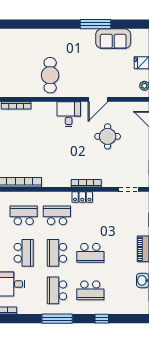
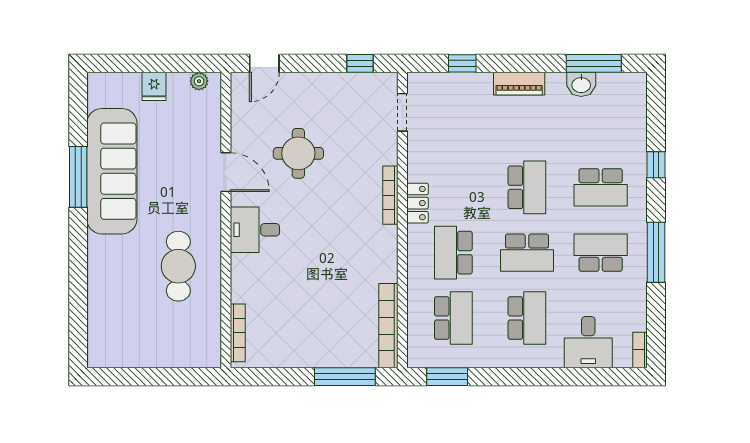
sofa: (113, 39) -> (112, 171), width x1.85, depth x1.27
cafe table: (50, 75) -> (178, 266), turned 90
school desk: (24, 215) -> (453, 318), turned 180
school desk: (24, 253) -> (527, 318), turned 90
school desk: (57, 290) -> (601, 253), turned 180
school desk: (90, 290) -> (601, 187), turned 90

